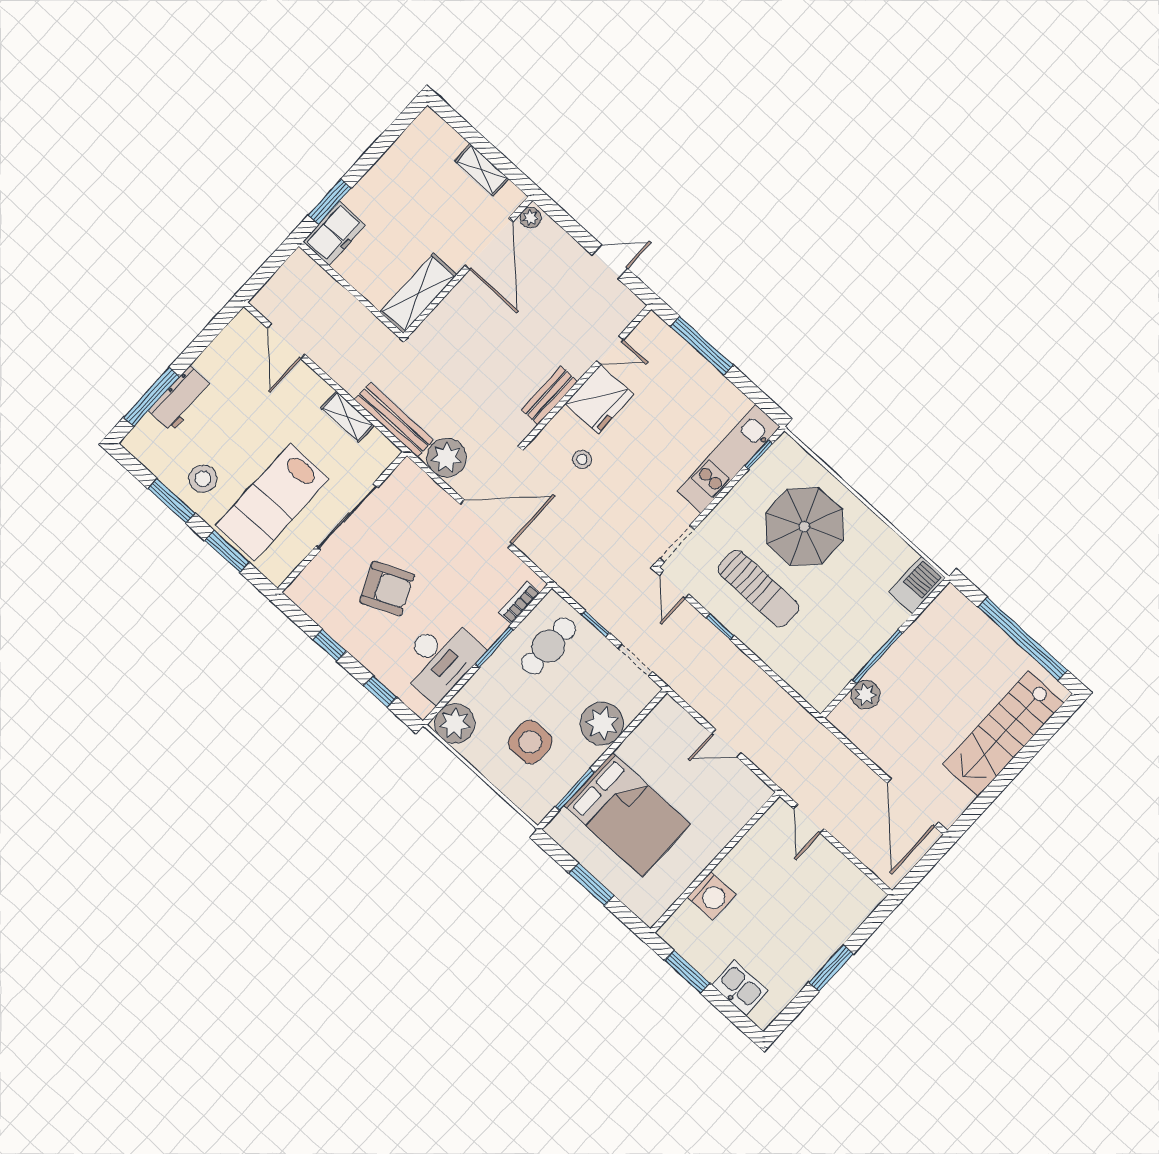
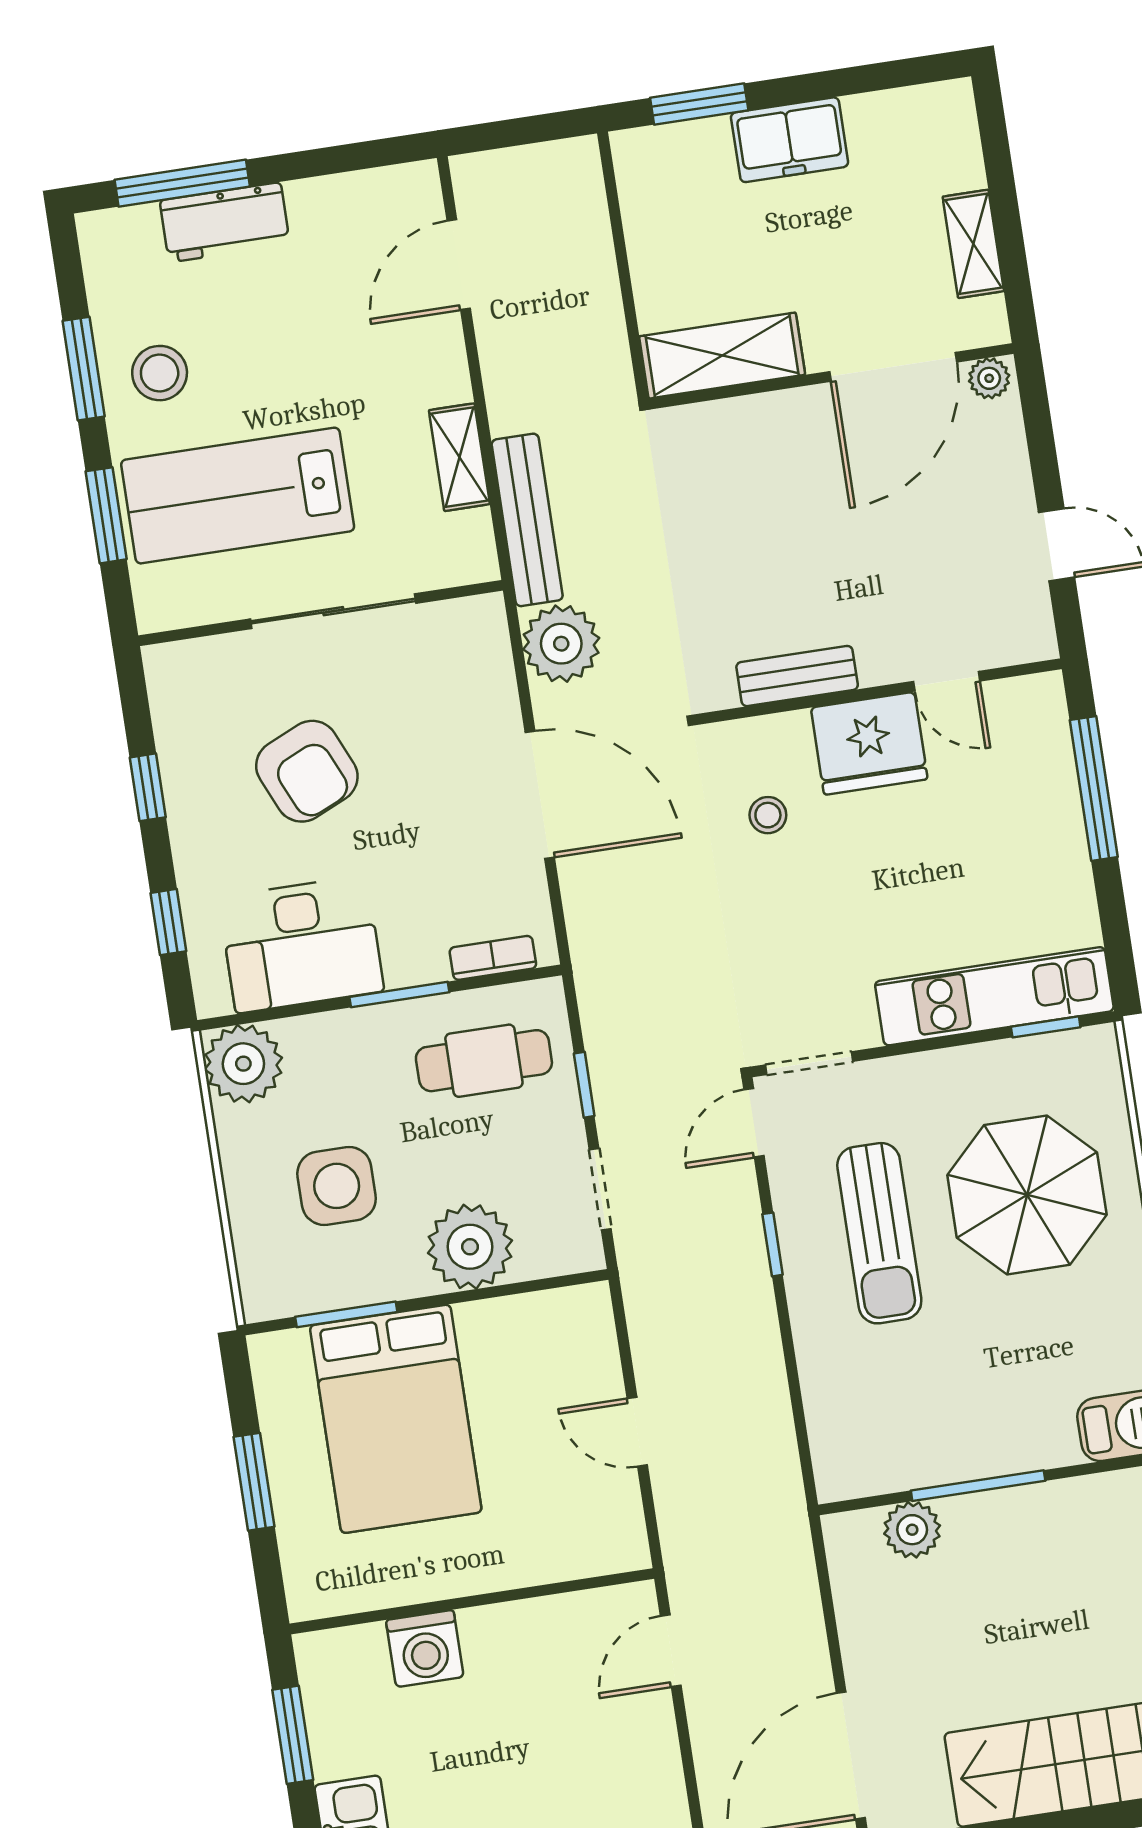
freezer: (334, 233) -> (790, 140), moved

